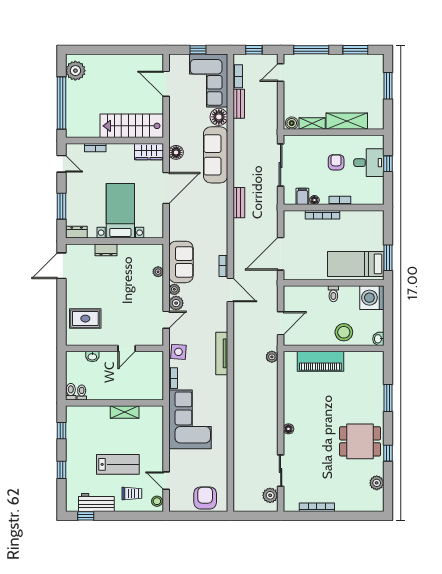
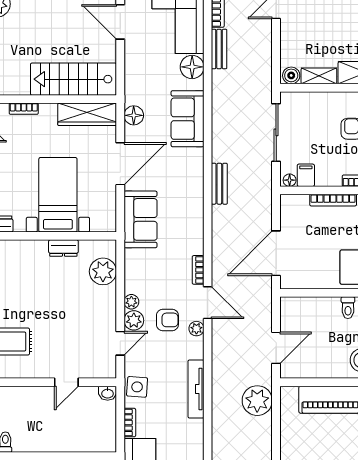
wardrobe: (149, 152) -> (87, 114), width x1.50
sofa: (216, 155) -> (188, 119), width x0.73
floor lamp: (314, 200) -> (290, 180), moved
dresser: (106, 250) -> (63, 248), moved
sofa: (181, 262) -> (140, 219), moved
plant: (158, 272) -> (103, 271), width x1.88, depth x1.88
armchair: (201, 303) -> (167, 320), added
plant: (222, 309) -> (196, 329), added
washbasin: (92, 357) -> (108, 393), moved
plant: (272, 357) -> (257, 401), width x1.88, depth x1.88

